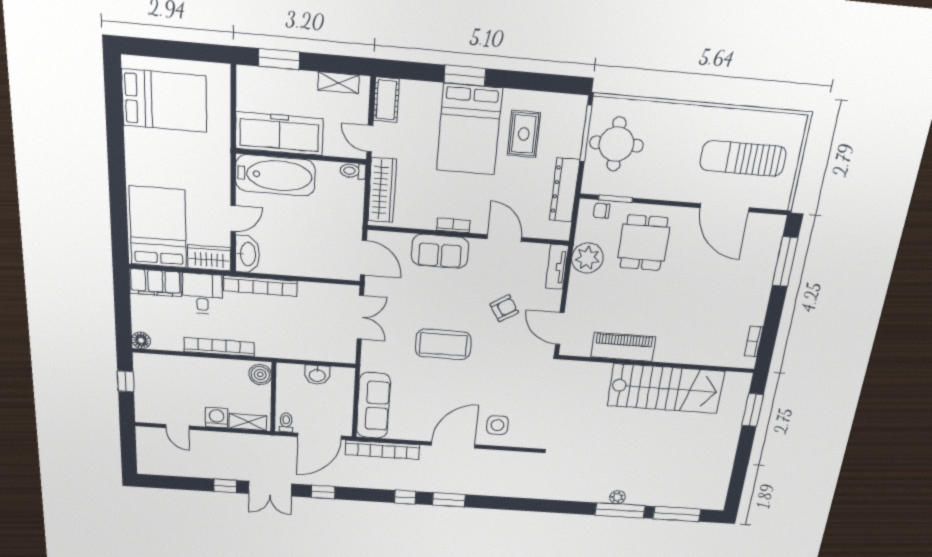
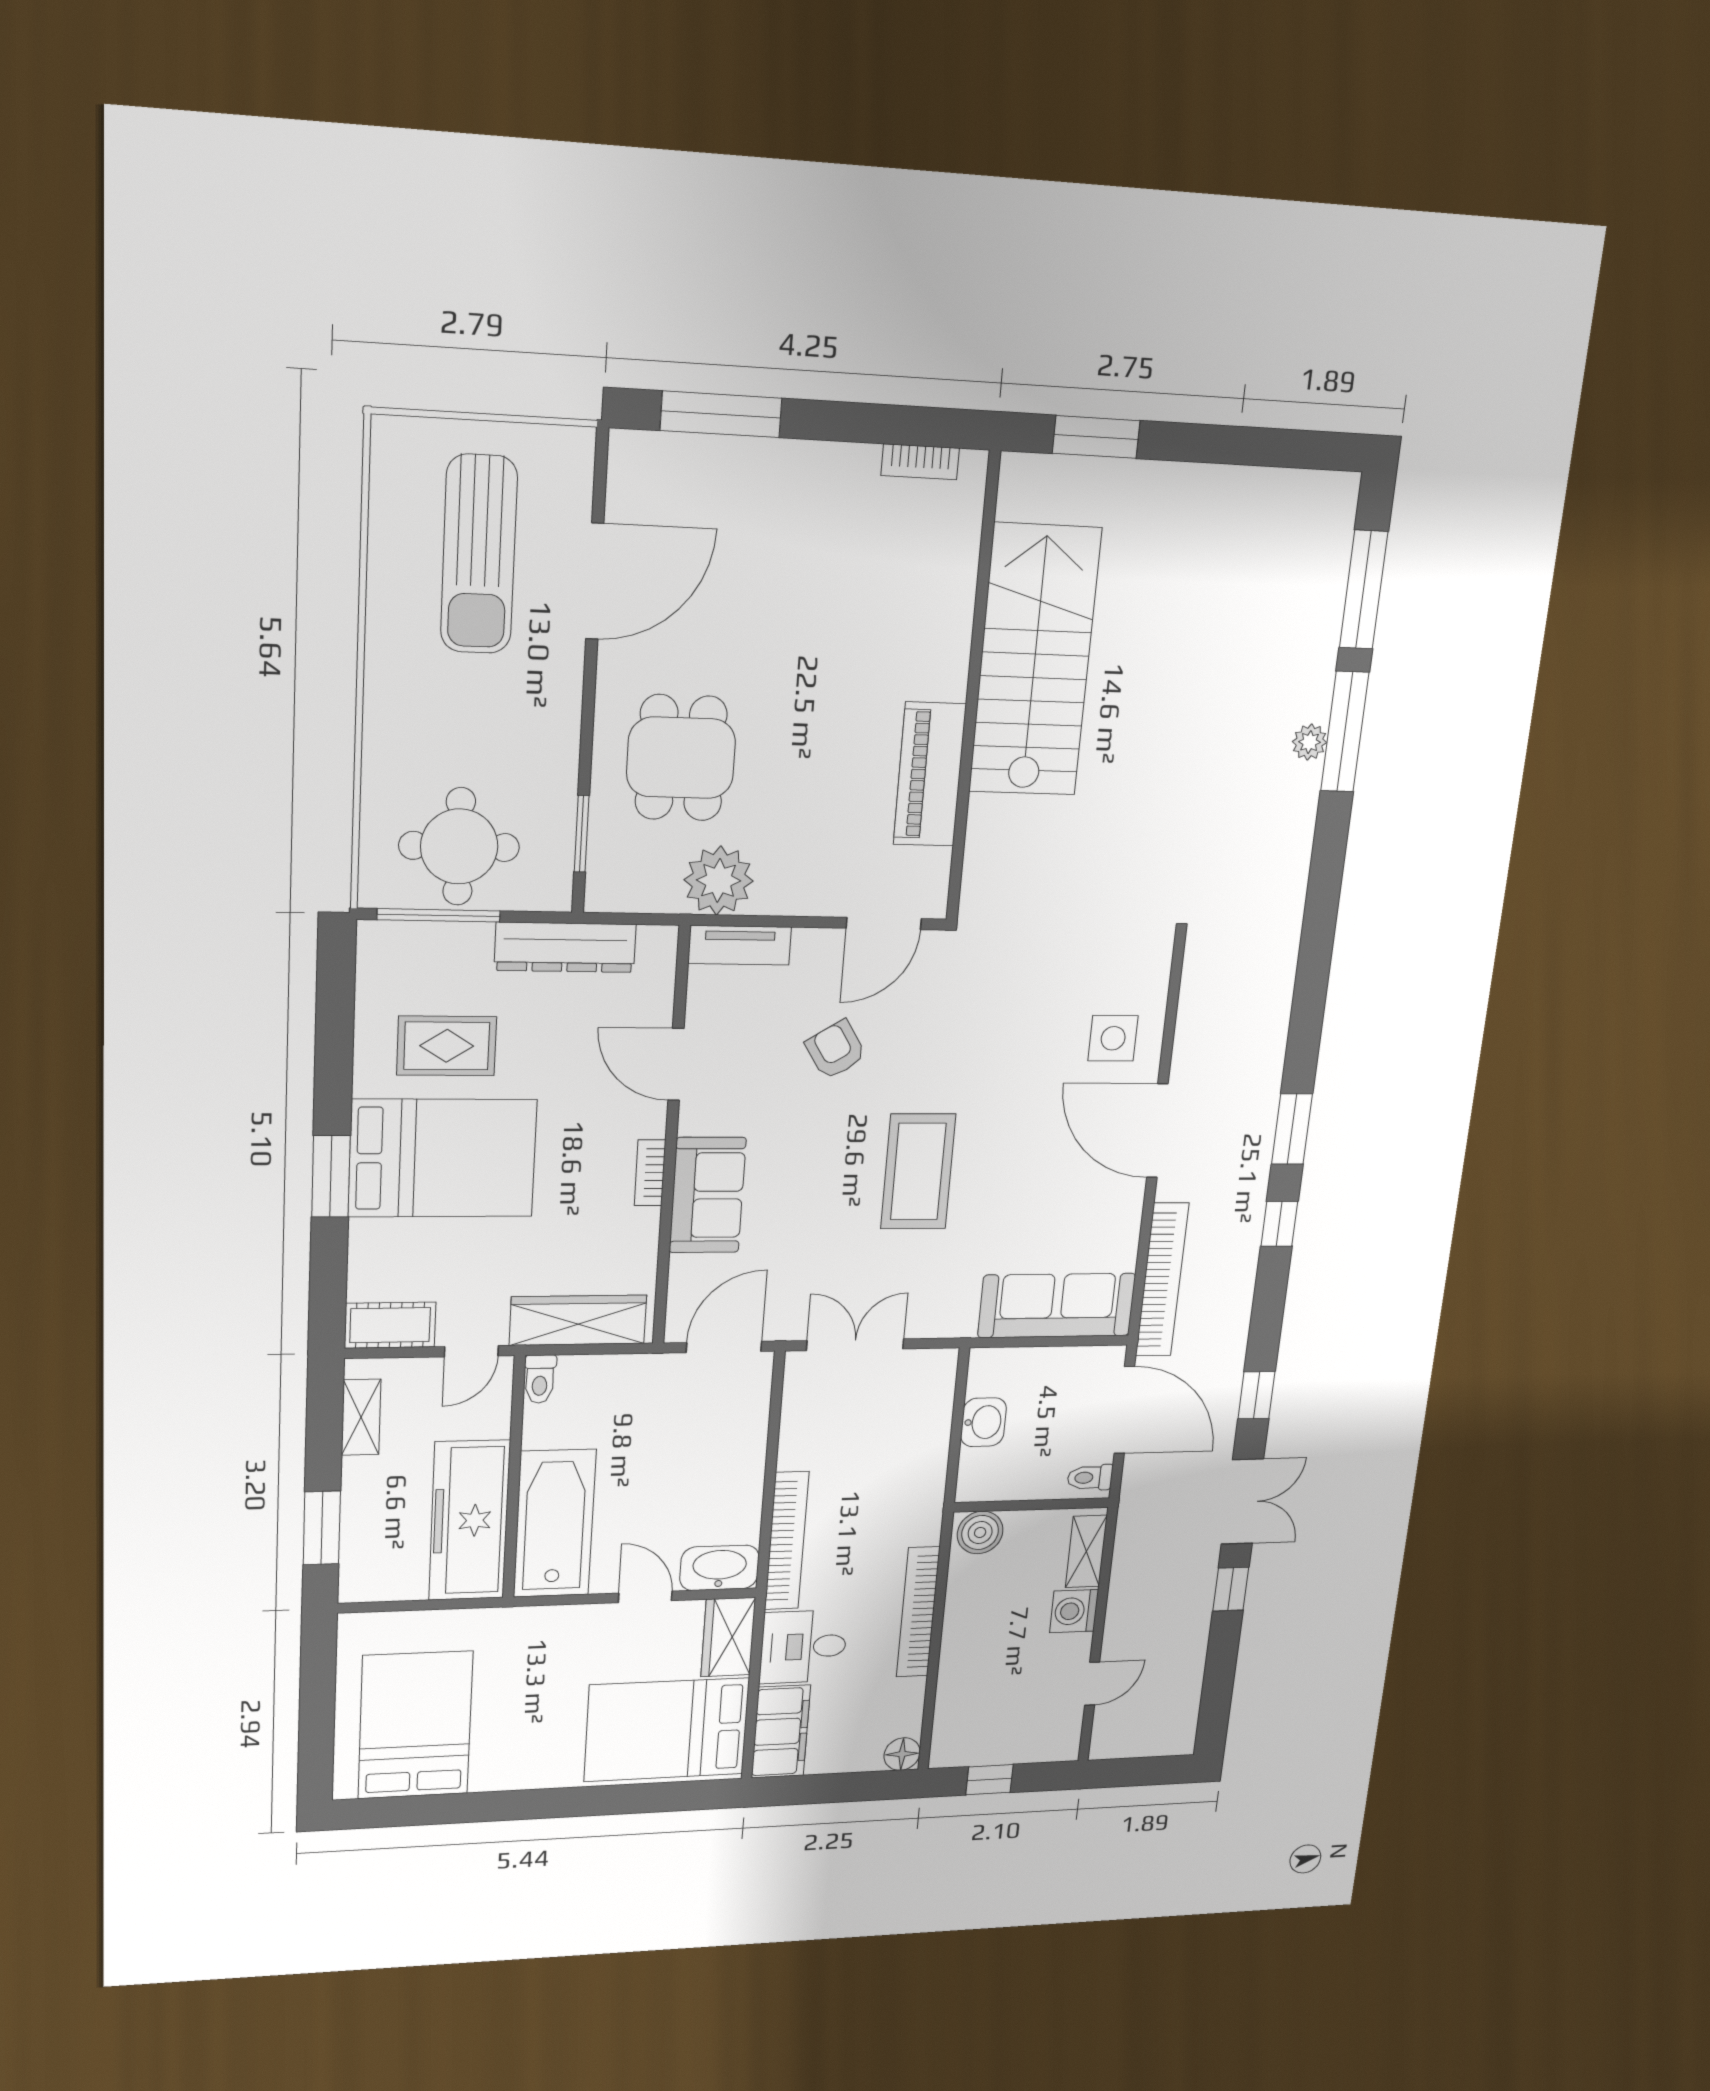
chair: (602, 211) -> (610, 861), removed
door: (504, 238) -> (676, 1064), hinge flipped
dining table: (644, 243) -> (681, 758), turned 90

